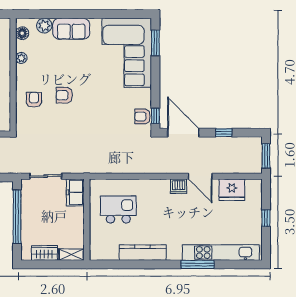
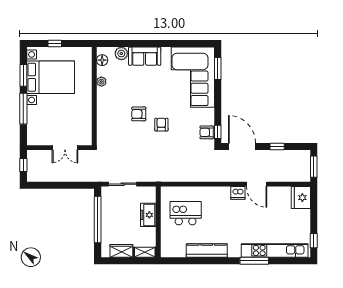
armchair: (34, 100) -> (161, 125), moved
fridge: (232, 190) -> (301, 198), moved, turned 90
freezer: (75, 192) -> (148, 215), moved
window: (266, 218) -> (314, 241), moved

